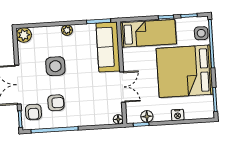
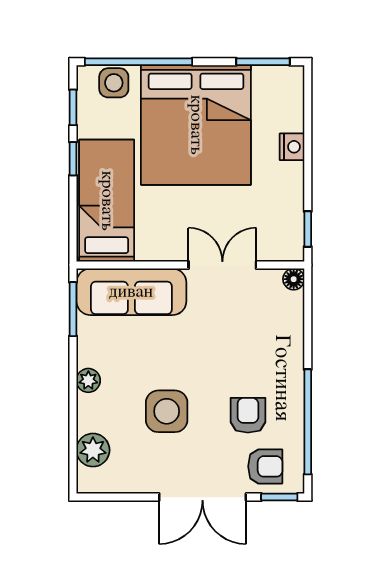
plant: (24, 35) -> (93, 450), moved
floor lamp: (147, 116) -> (291, 215), removed

